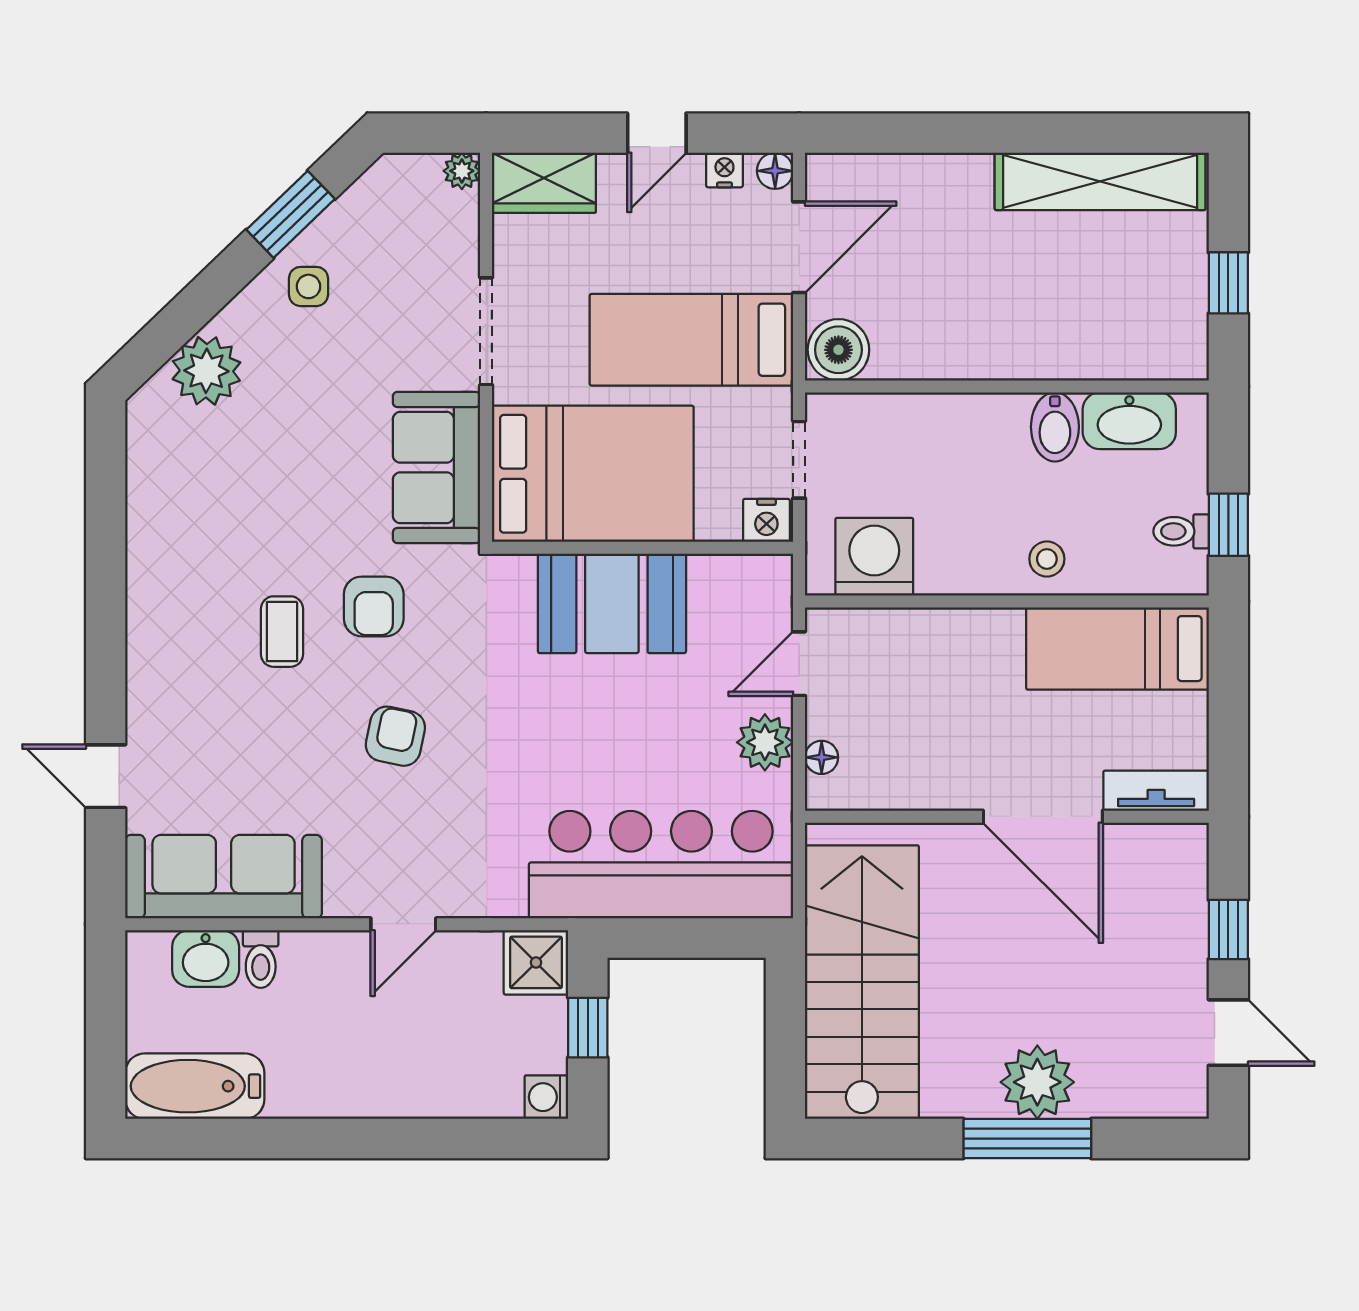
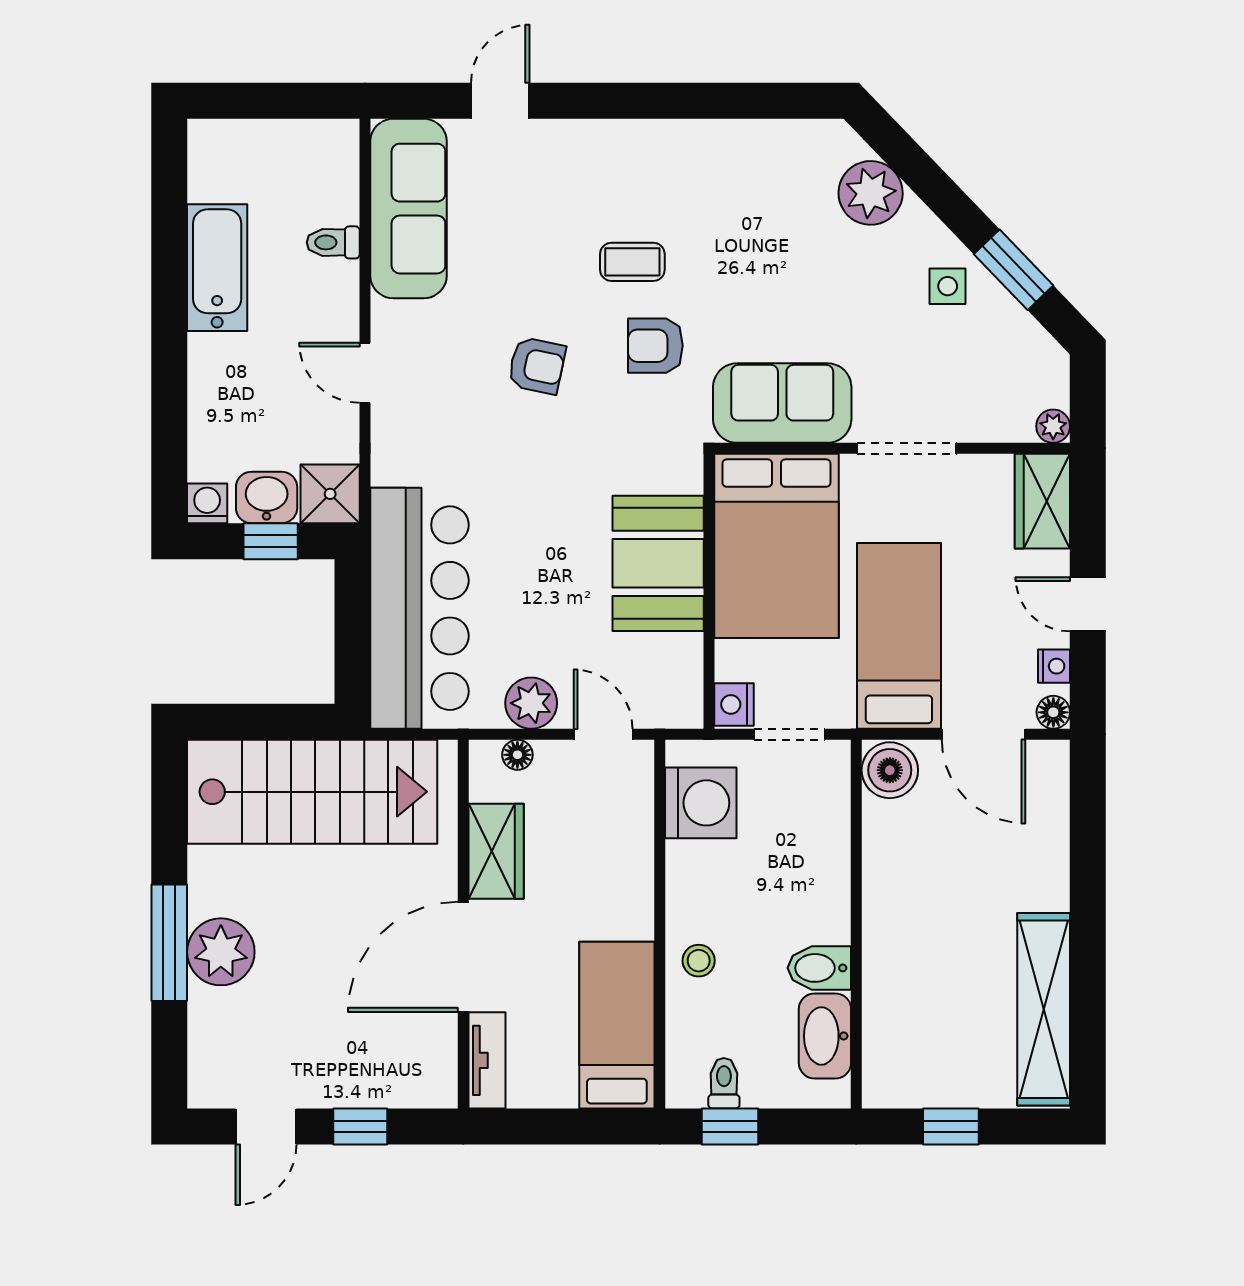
wardrobe: (927, 781) -> (496, 851), added
washbasin: (206, 958) -> (267, 498), moved, turned 90
bathtub: (195, 1086) -> (217, 268), moved

